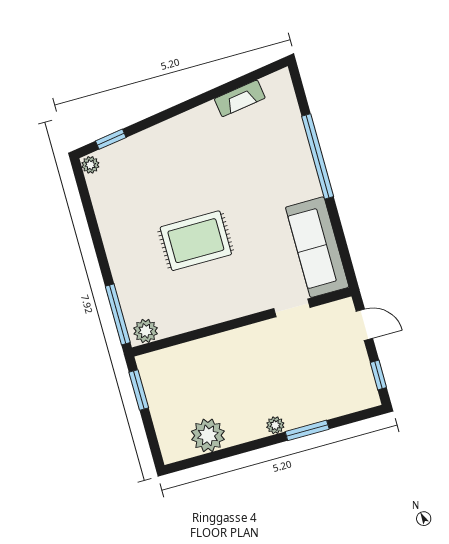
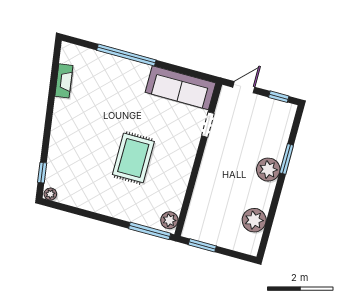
plant: (275, 425) -> (268, 170), width x1.87, depth x1.87

